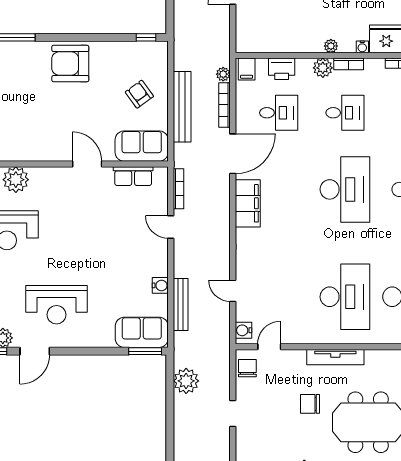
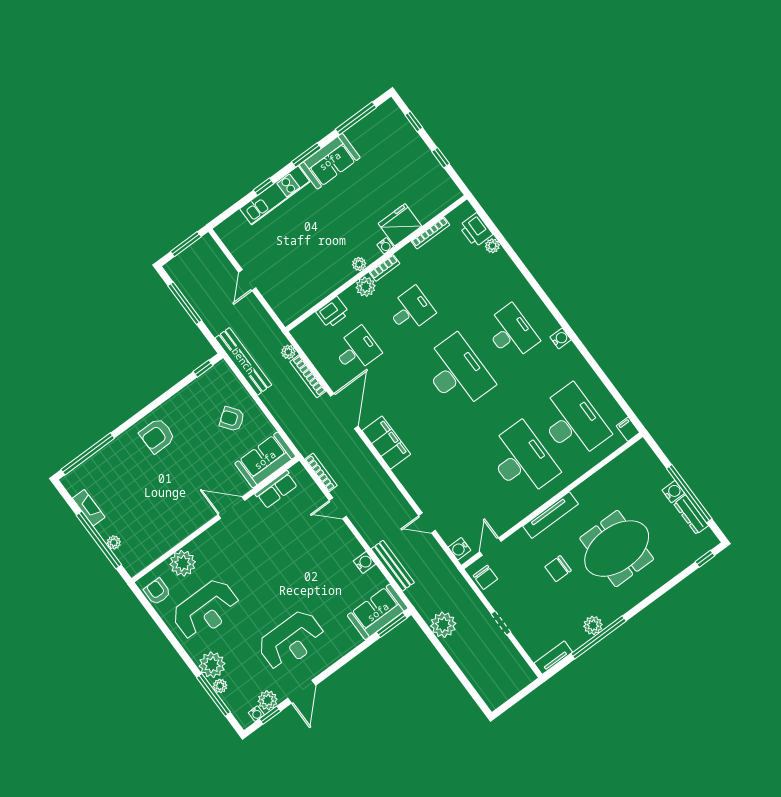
armchair: (70, 64) -> (157, 436), width x0.73, depth x0.73
filing cabinet: (247, 69) -> (304, 334), removed
bench: (182, 107) -> (243, 361), moved
chair: (247, 368) -> (485, 577), turned 180

